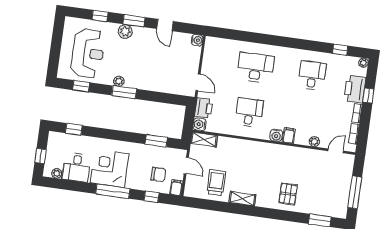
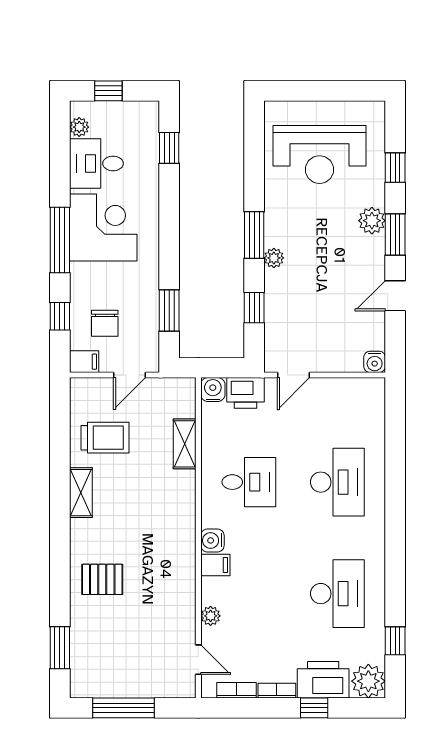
plant: (363, 63) -> (368, 681), width x1.88, depth x1.88
desk: (312, 76) -> (337, 594), width x1.37
plant: (119, 81) -> (274, 258), moved
window: (81, 86) -> (254, 308), moved
shelving: (204, 139) -> (185, 444), moved

